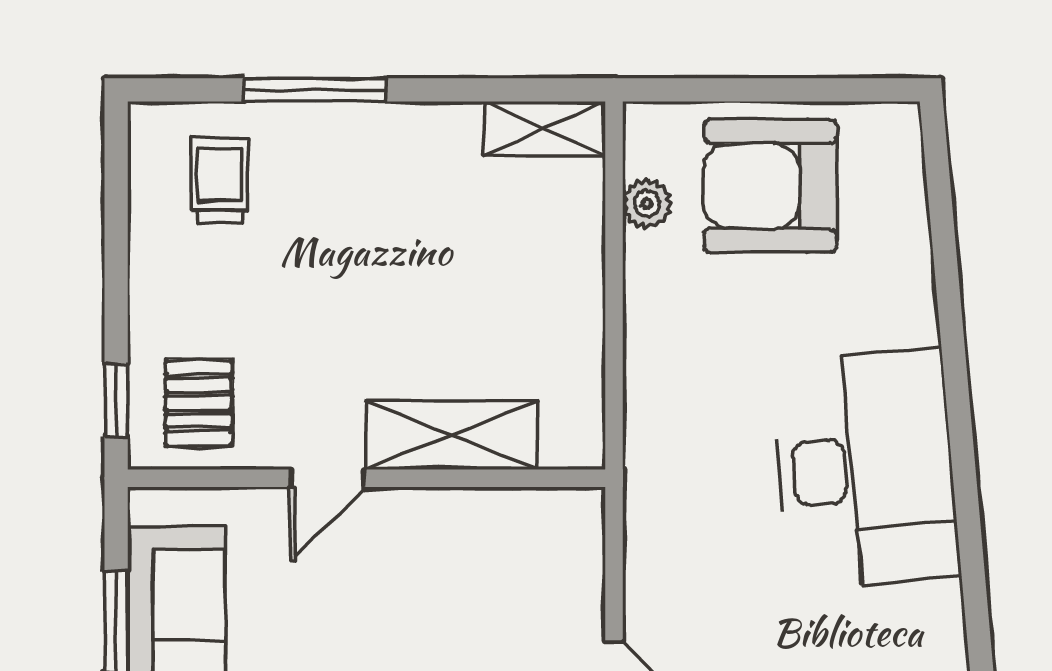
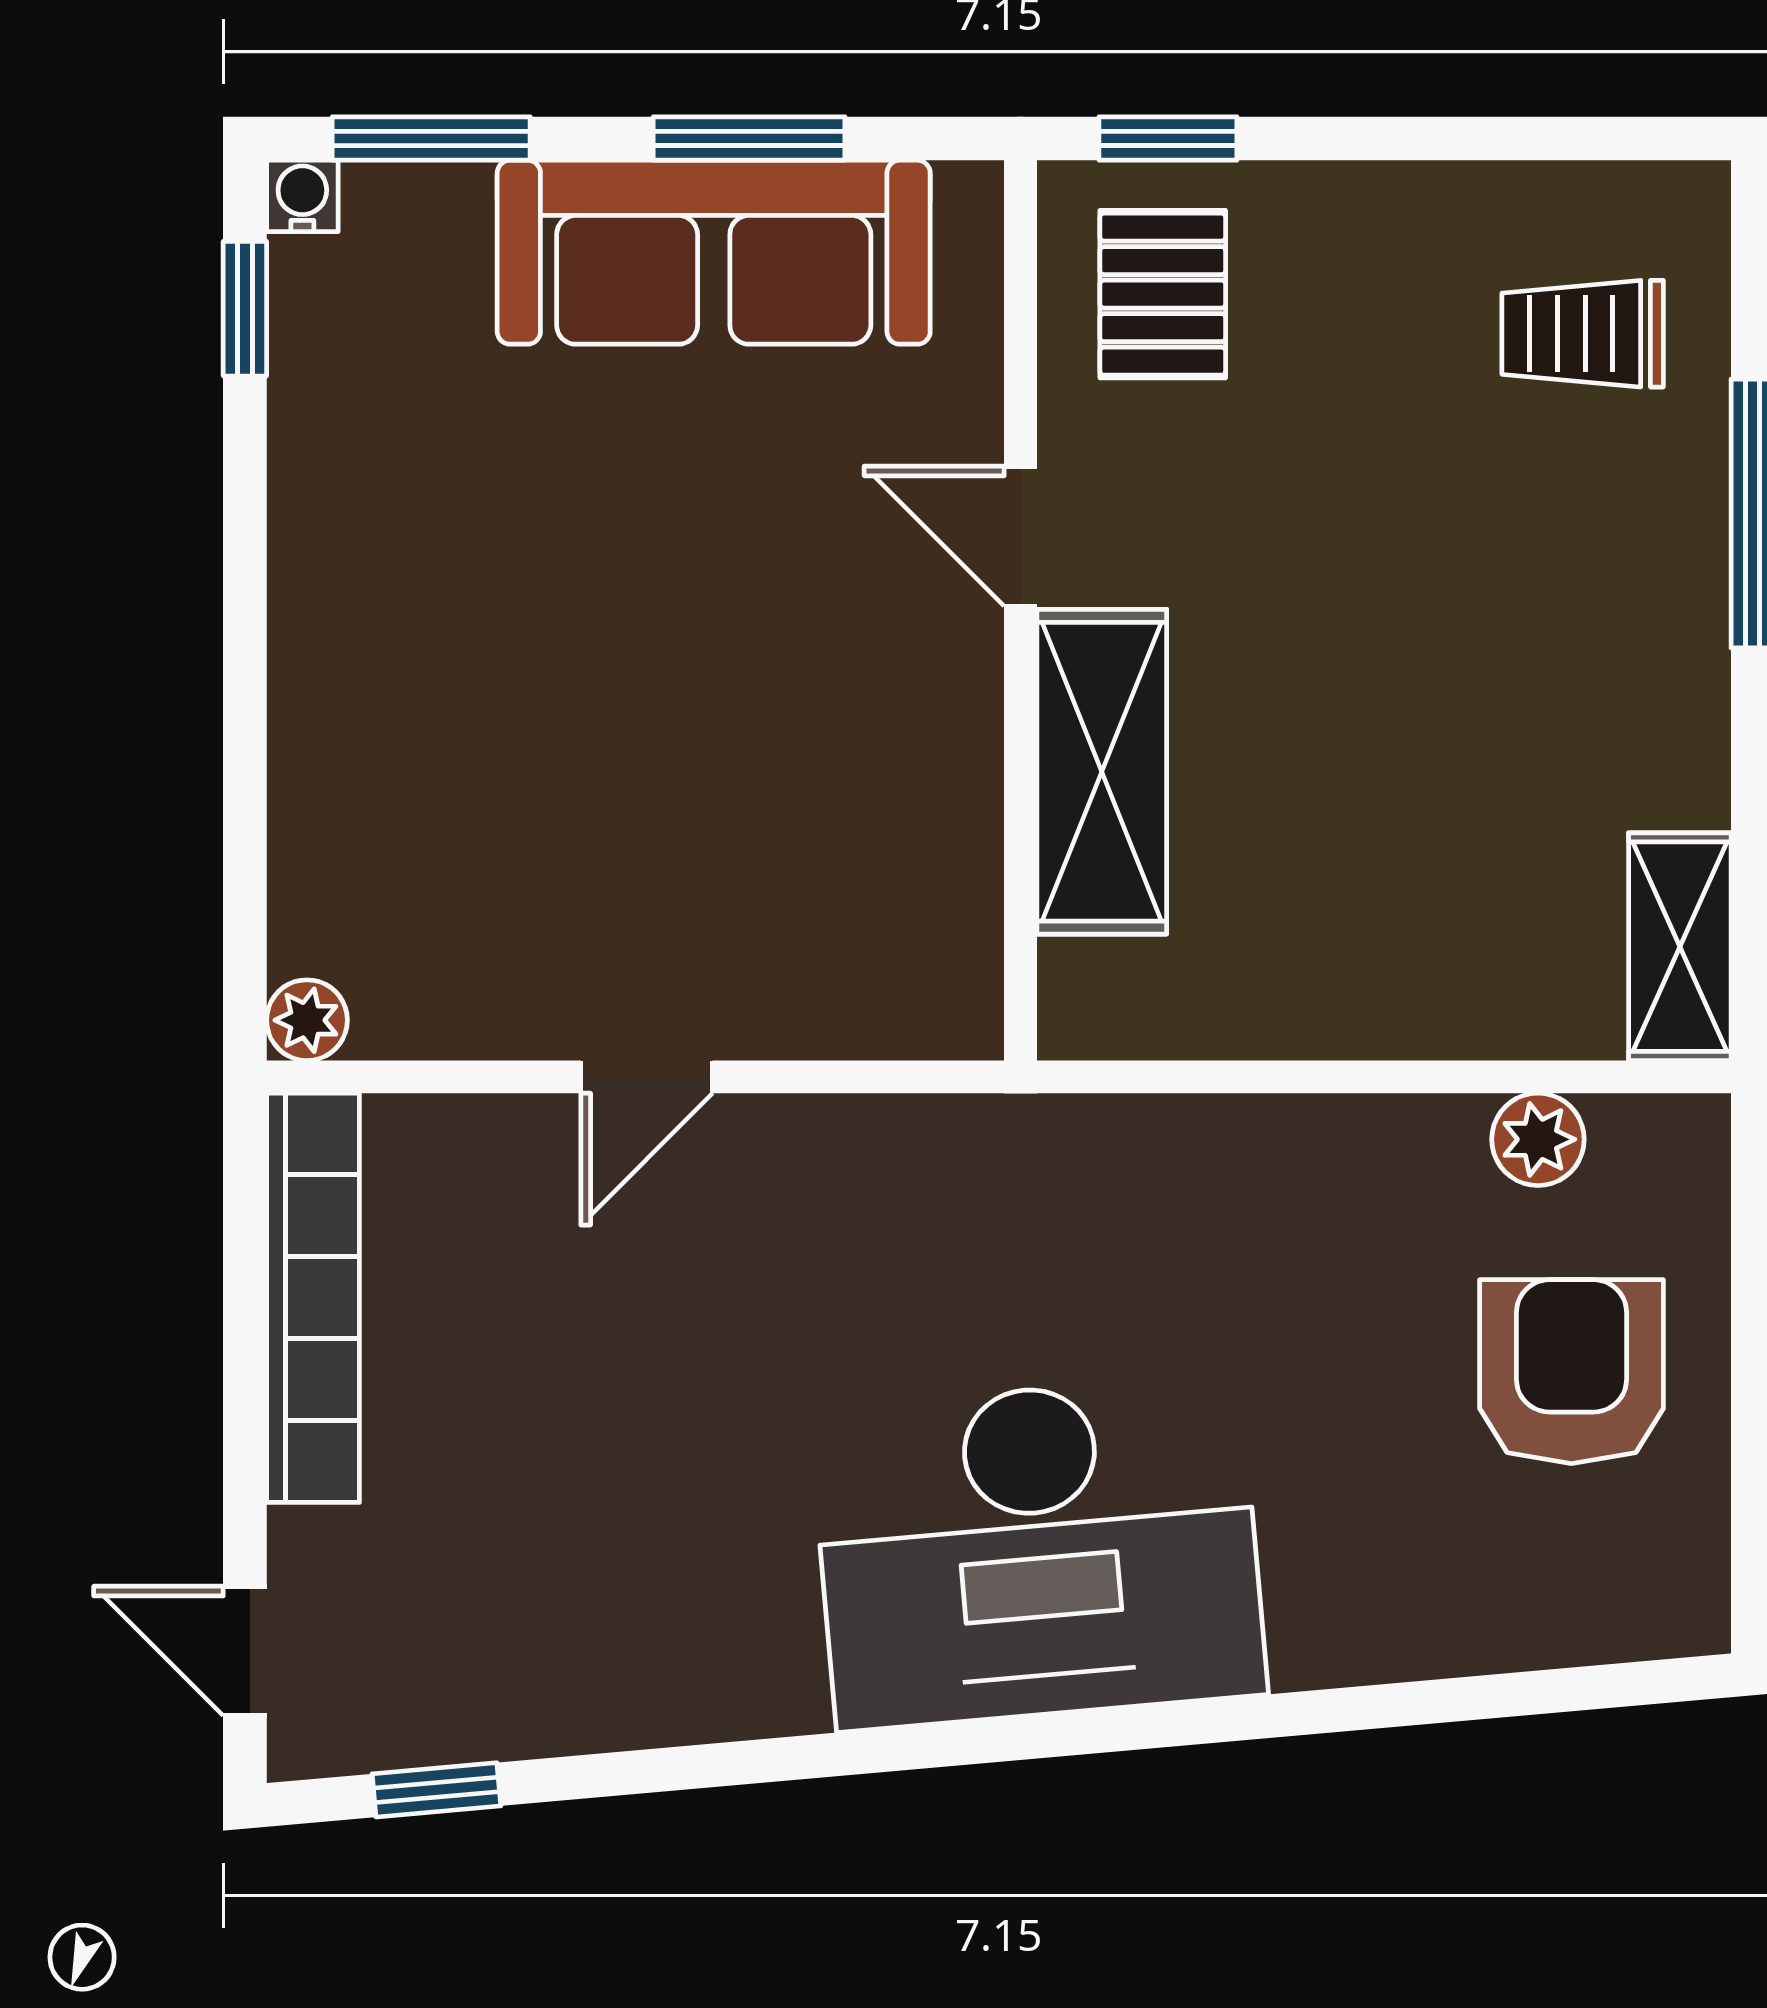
trolley: (220, 180) -> (1583, 334), turned 180
armchair: (770, 186) -> (1571, 1372), width x0.73, depth x0.73
pallet: (199, 403) -> (1163, 294), turned 90

